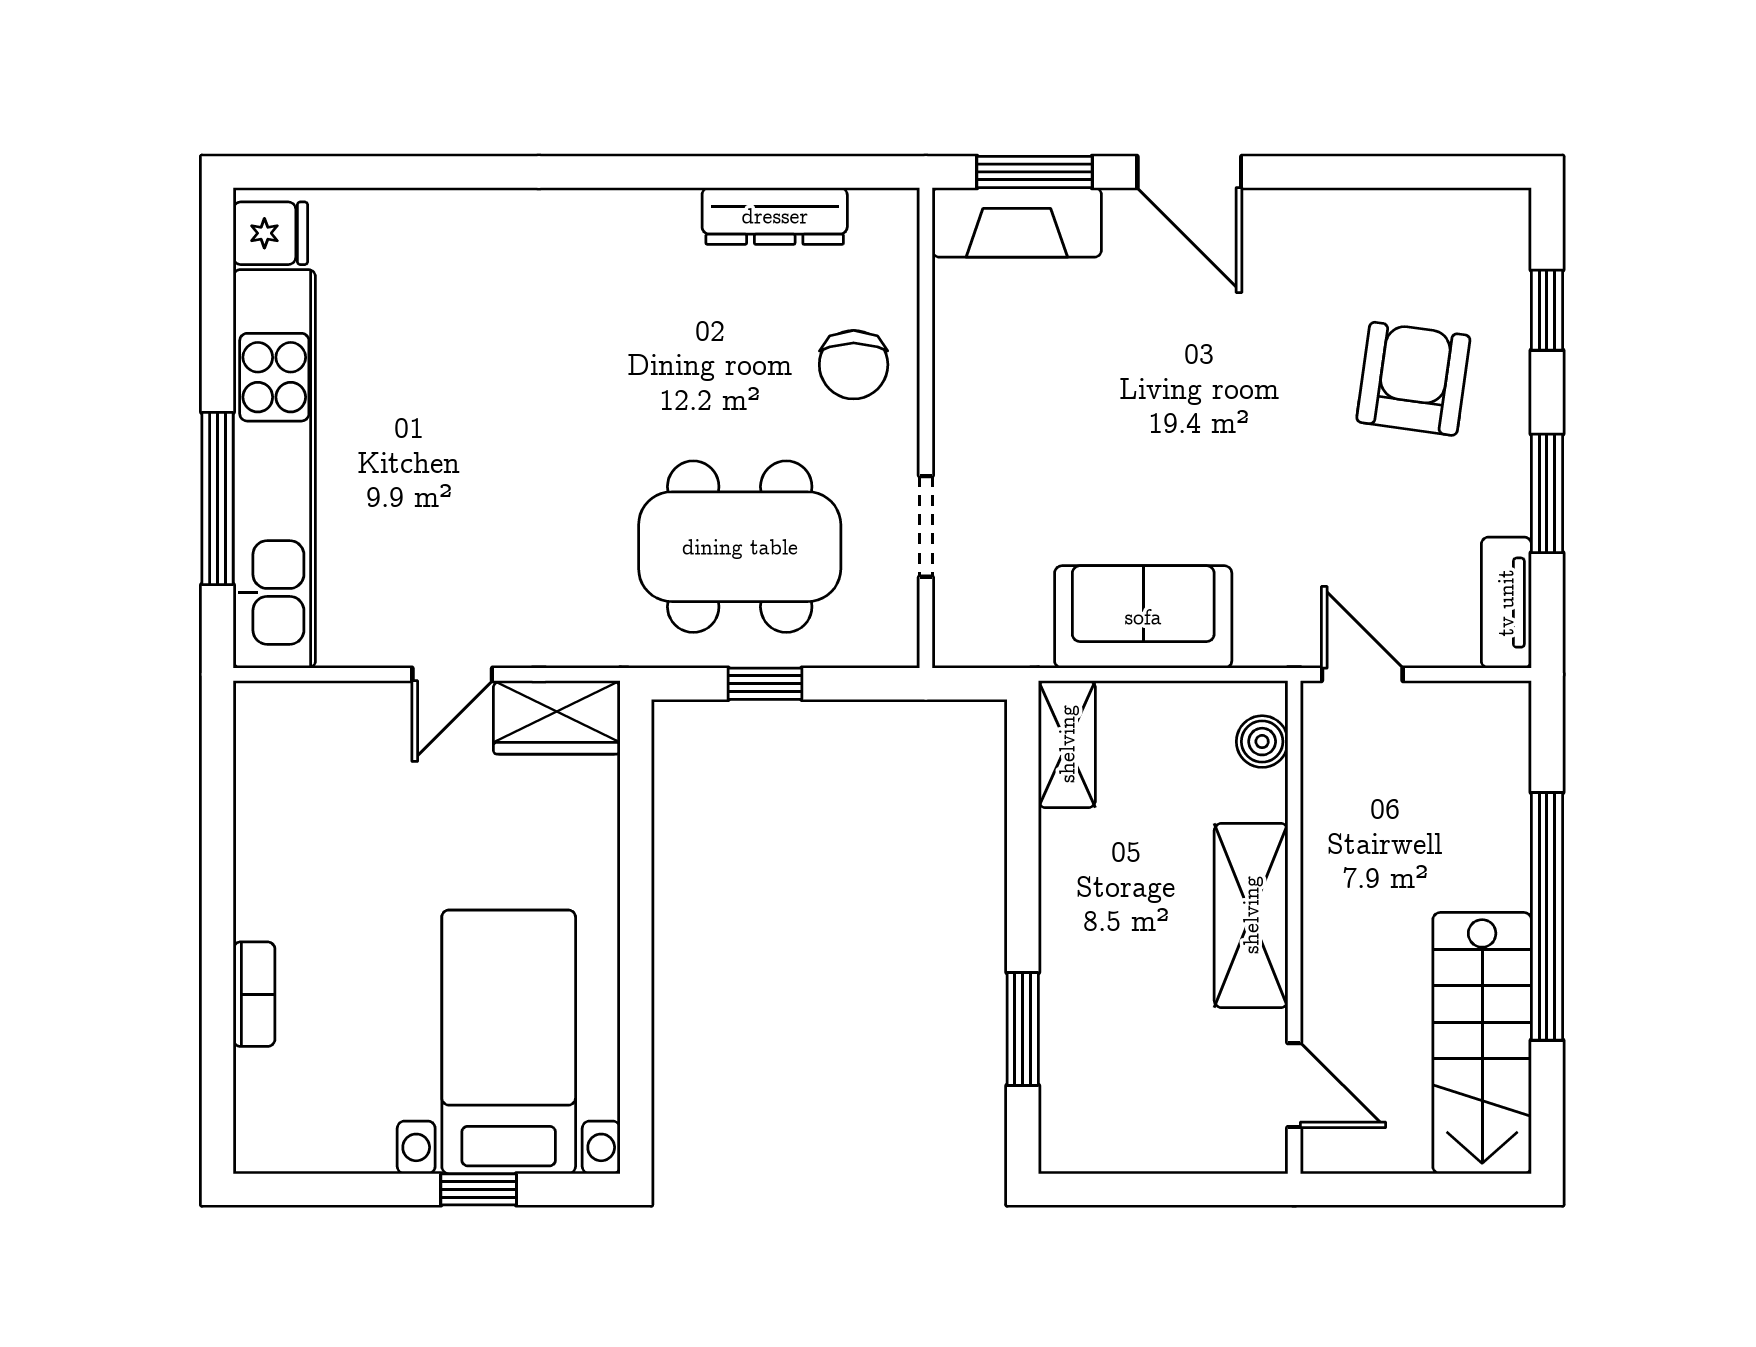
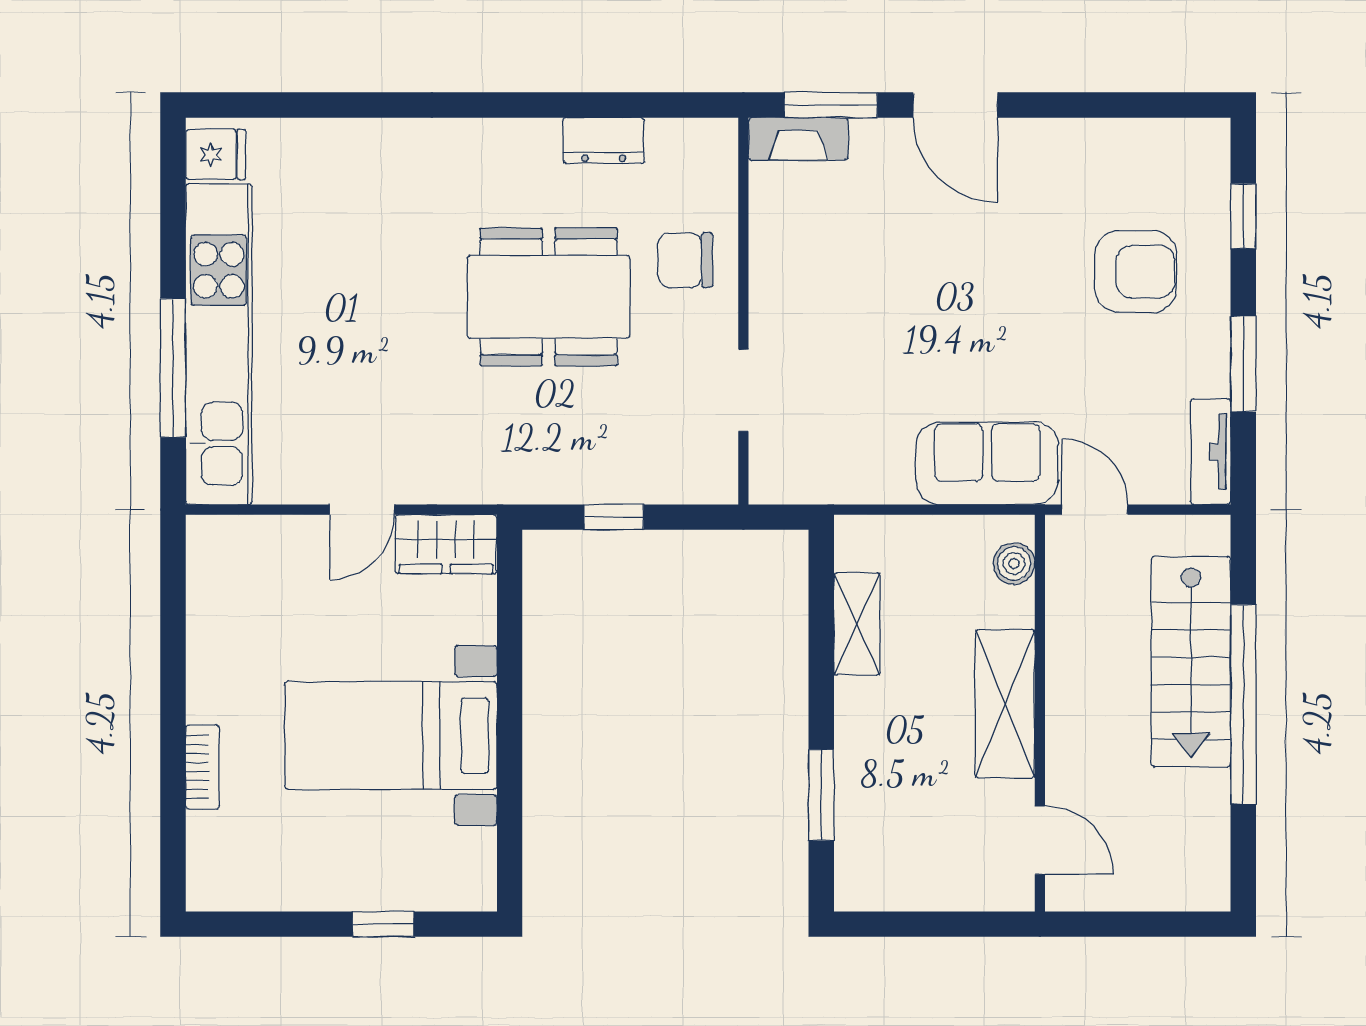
dresser: (775, 216) -> (604, 140), width x0.70
fireplace: (1017, 222) -> (798, 139), width x0.73, depth x0.76
chair: (854, 365) -> (685, 260), turned 90
armchair: (1413, 379) -> (1136, 272), turned 82
dining table: (740, 547) -> (549, 297), moved
sofa: (1143, 617) -> (987, 463), moved
shelving: (1067, 744) -> (857, 624), moved
bed with nightstands: (509, 1042) -> (391, 736), moved, turned -90
stairs: (1482, 1043) -> (1191, 662), moved

